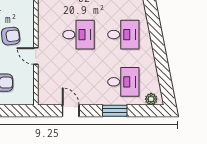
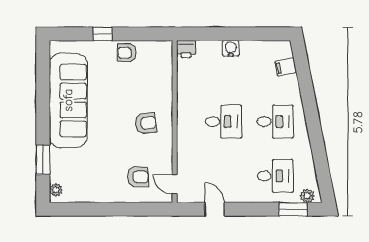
door: (36, 56) -> (175, 184), moved
window: (115, 111) -> (293, 209), moved

